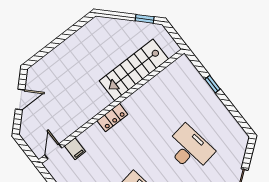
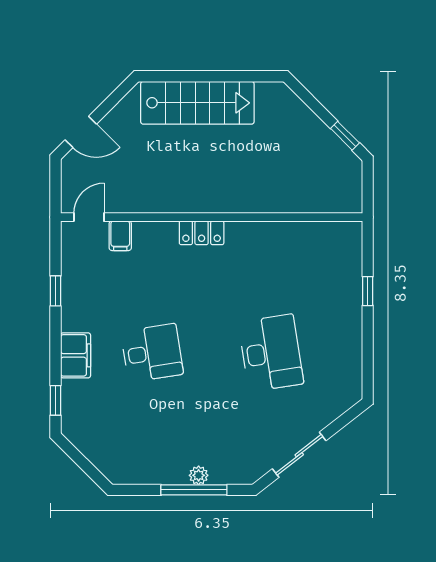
stairs: (134, 70) -> (197, 103), moved, turned 180
door: (20, 100) -> (81, 132), moved

